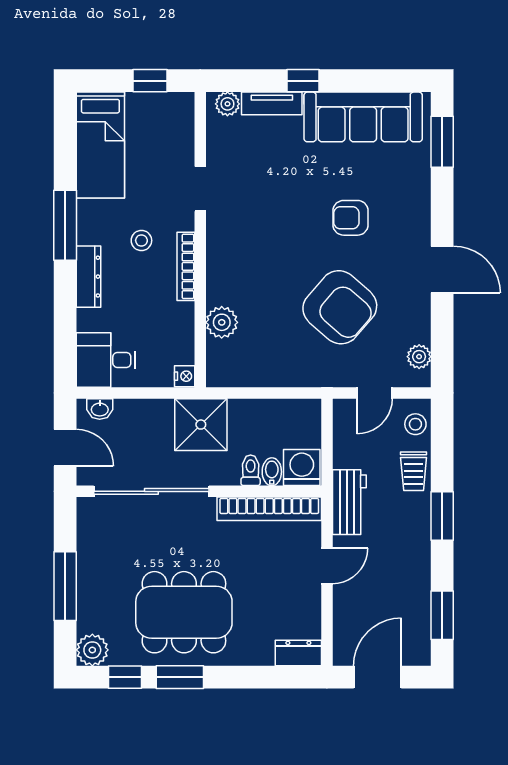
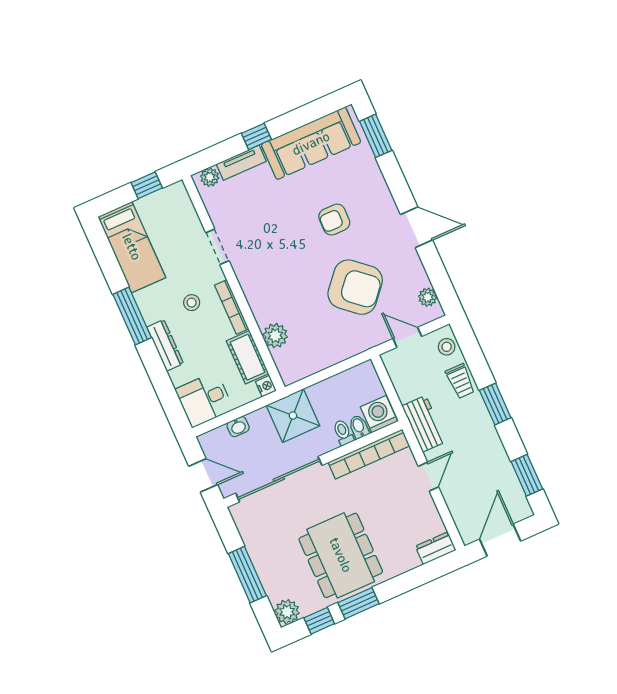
cot: (178, 333) -> (248, 357), added
door: (375, 393) -> (407, 337), swing flipped
washbasin: (100, 409) -> (238, 427), moved
dining table: (184, 612) -> (341, 555), turned 90

